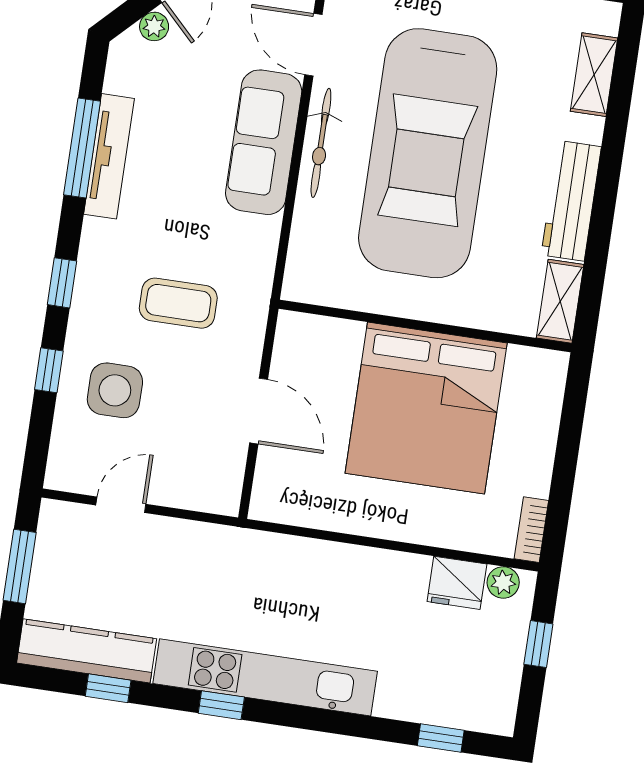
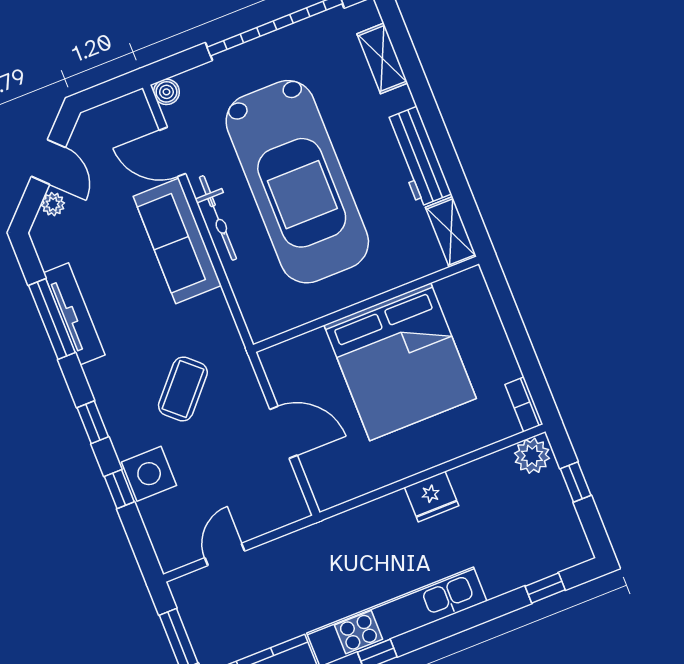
coffee table: (178, 303) -> (183, 389), turned -48
side table: (115, 390) -> (149, 474), moved
plant: (503, 582) -> (532, 456), width x1.38, depth x1.38
fridge: (457, 583) -> (432, 497), moved

